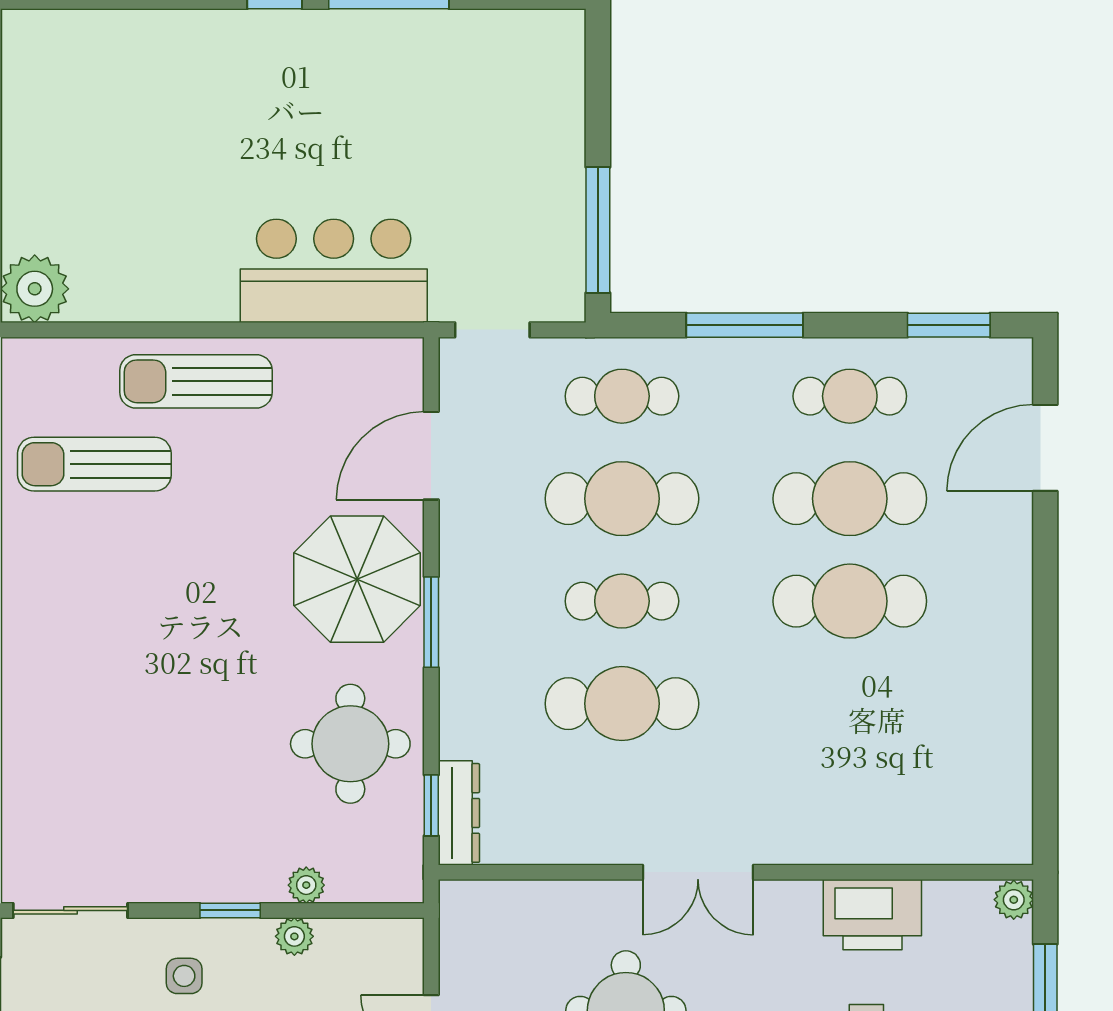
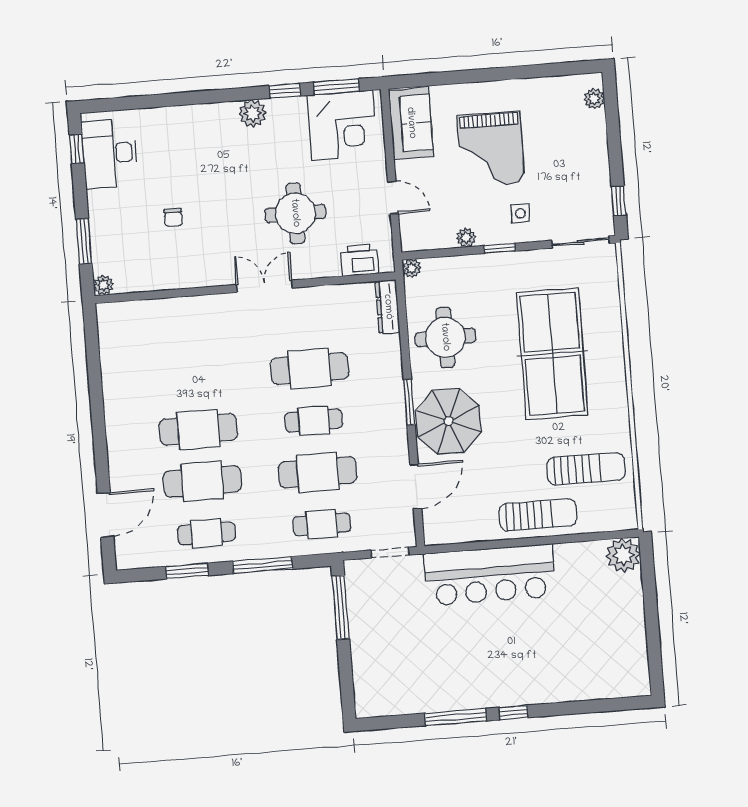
bar counter: (334, 271) -> (490, 575), width x1.36
window: (949, 325) -> (187, 571), moved
table tennis table: (143, 695) -> (552, 354), added
window: (431, 805) -> (402, 310), removed
plant: (306, 885) -> (412, 268), moved
printer: (872, 915) -> (360, 260), moved, width x0.73, depth x0.84

